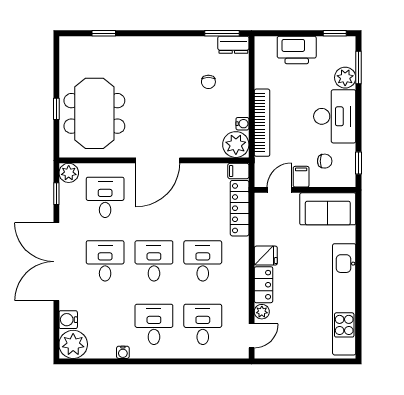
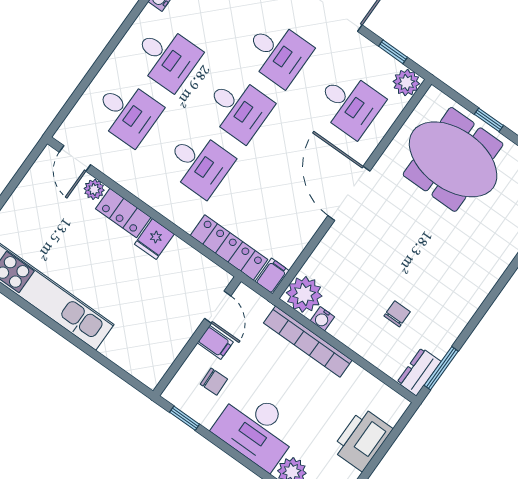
chair: (208, 82) -> (397, 314), turned 90
chair: (325, 161) -> (214, 382), turned -92
sofa: (328, 209) -> (157, 347), removed

